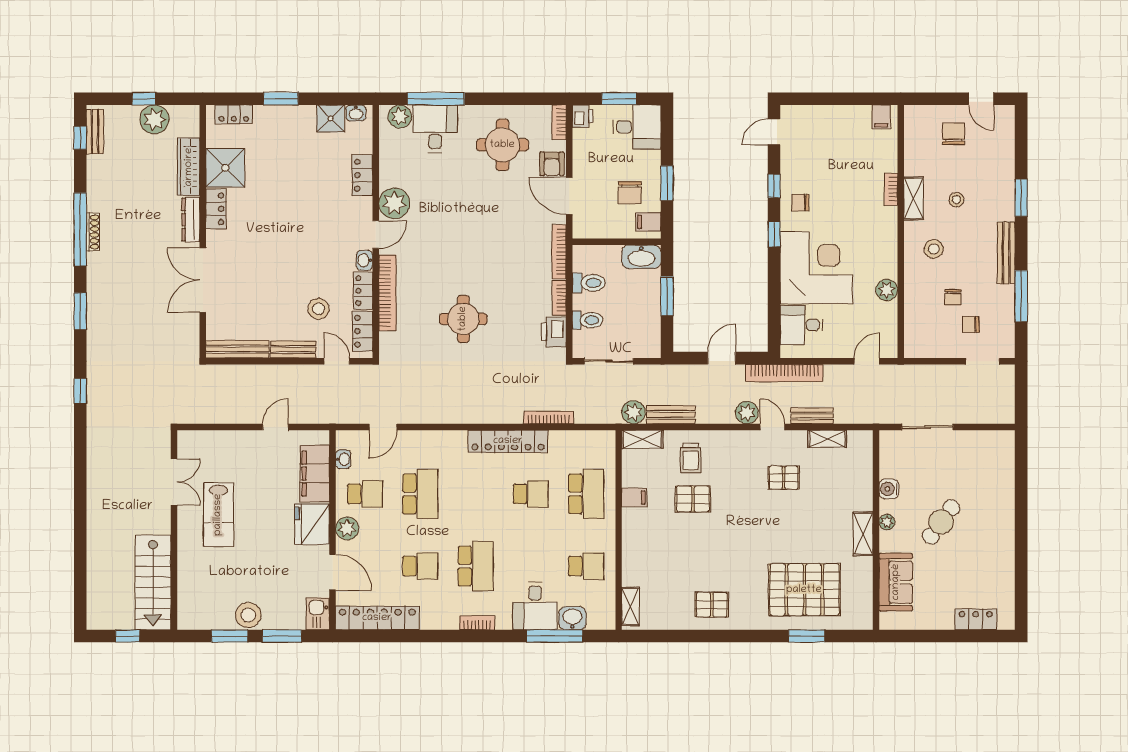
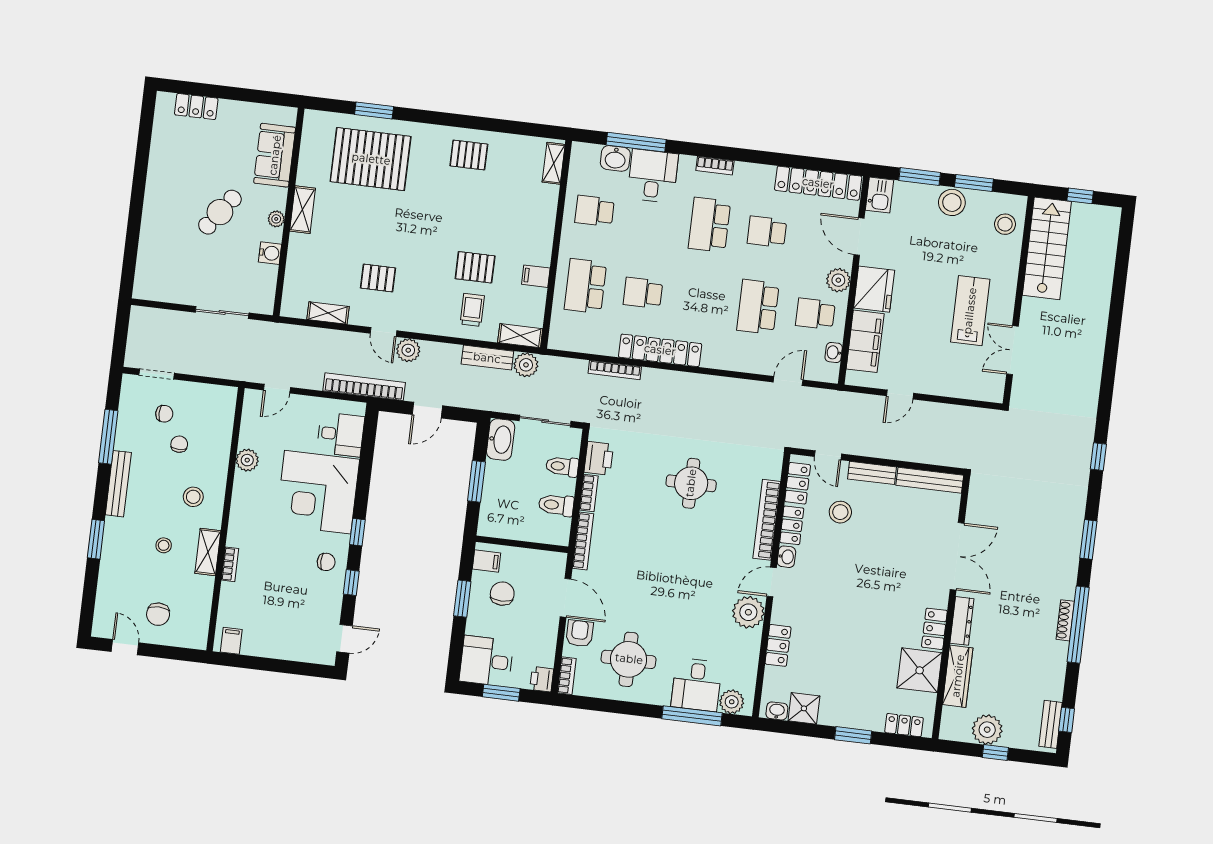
washbasin: (641, 257) -> (501, 439), moved, turned 90
bench: (812, 416) -> (341, 339), removed
stool: (195, 601) -> (1005, 224), added

